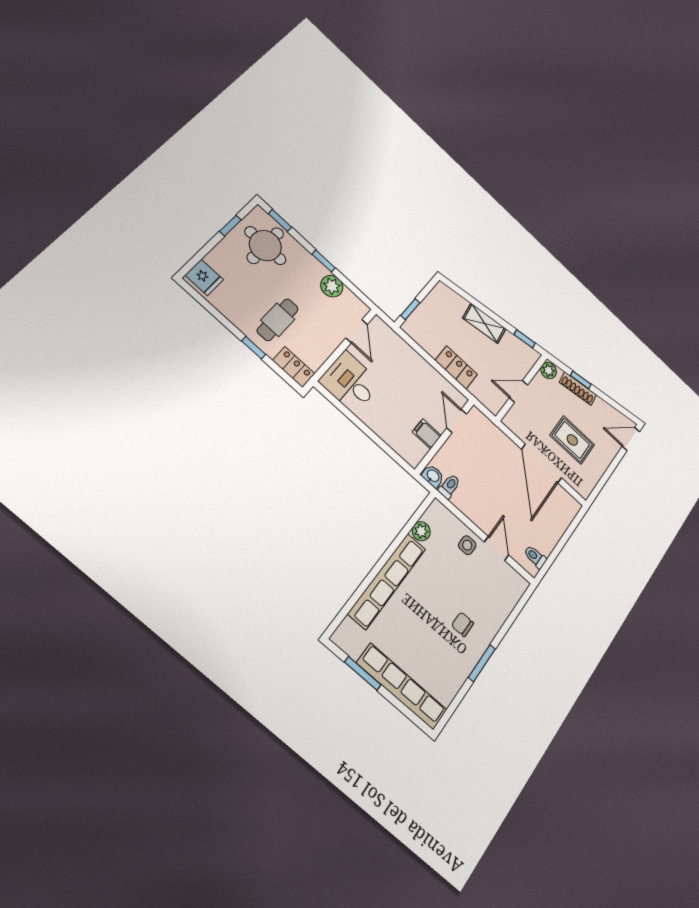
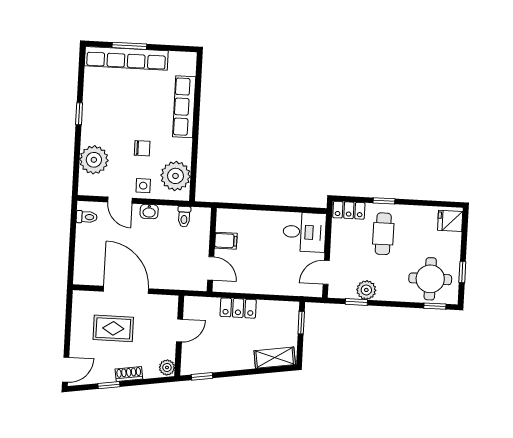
window: (324, 261) -> (356, 302), moved
shelving: (484, 323) -> (275, 358), moved
door: (357, 331) -> (326, 272), hinge flipped
window: (581, 380) -> (109, 385), moved
shoe rack: (578, 388) -> (129, 374), width x0.70
washbasin: (433, 476) -> (149, 212), moved
plant: (421, 531) -> (176, 176), width x1.88, depth x1.88
row of seats: (387, 581) -> (184, 107), width x0.73
plant: (496, 606) -> (94, 160), added
chair: (463, 624) -> (142, 148), moved
window: (482, 663) -> (79, 114), width x0.67
window: (363, 673) -> (129, 46), moved

